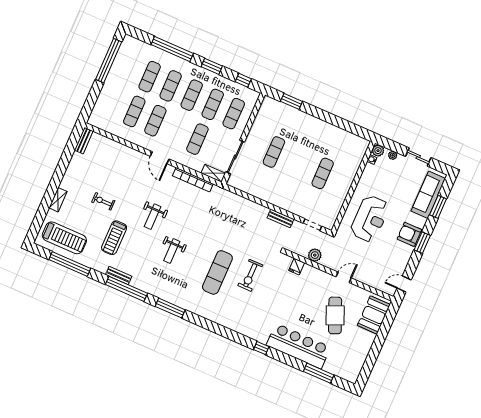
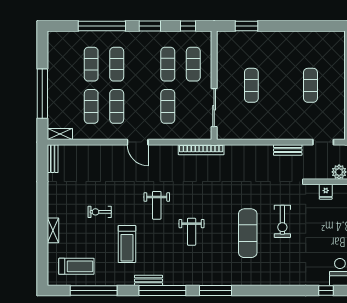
window: (109, 61) -> (42, 94), moved
exercise mat: (192, 95) -> (142, 64), removed
shelving: (213, 173) -> (60, 134), moved
bookcase: (193, 180) -> (201, 150), moved
treadmill: (64, 238) -> (76, 266), width x0.73, depth x0.73

